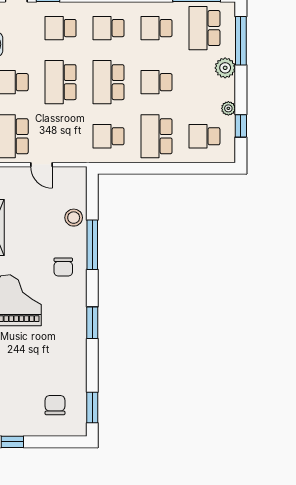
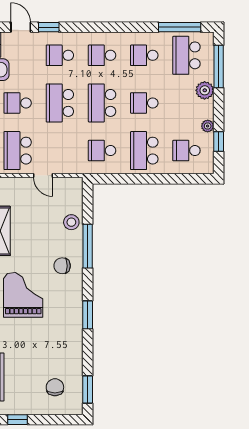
chair: (63, 267) -> (62, 266), turned 90

